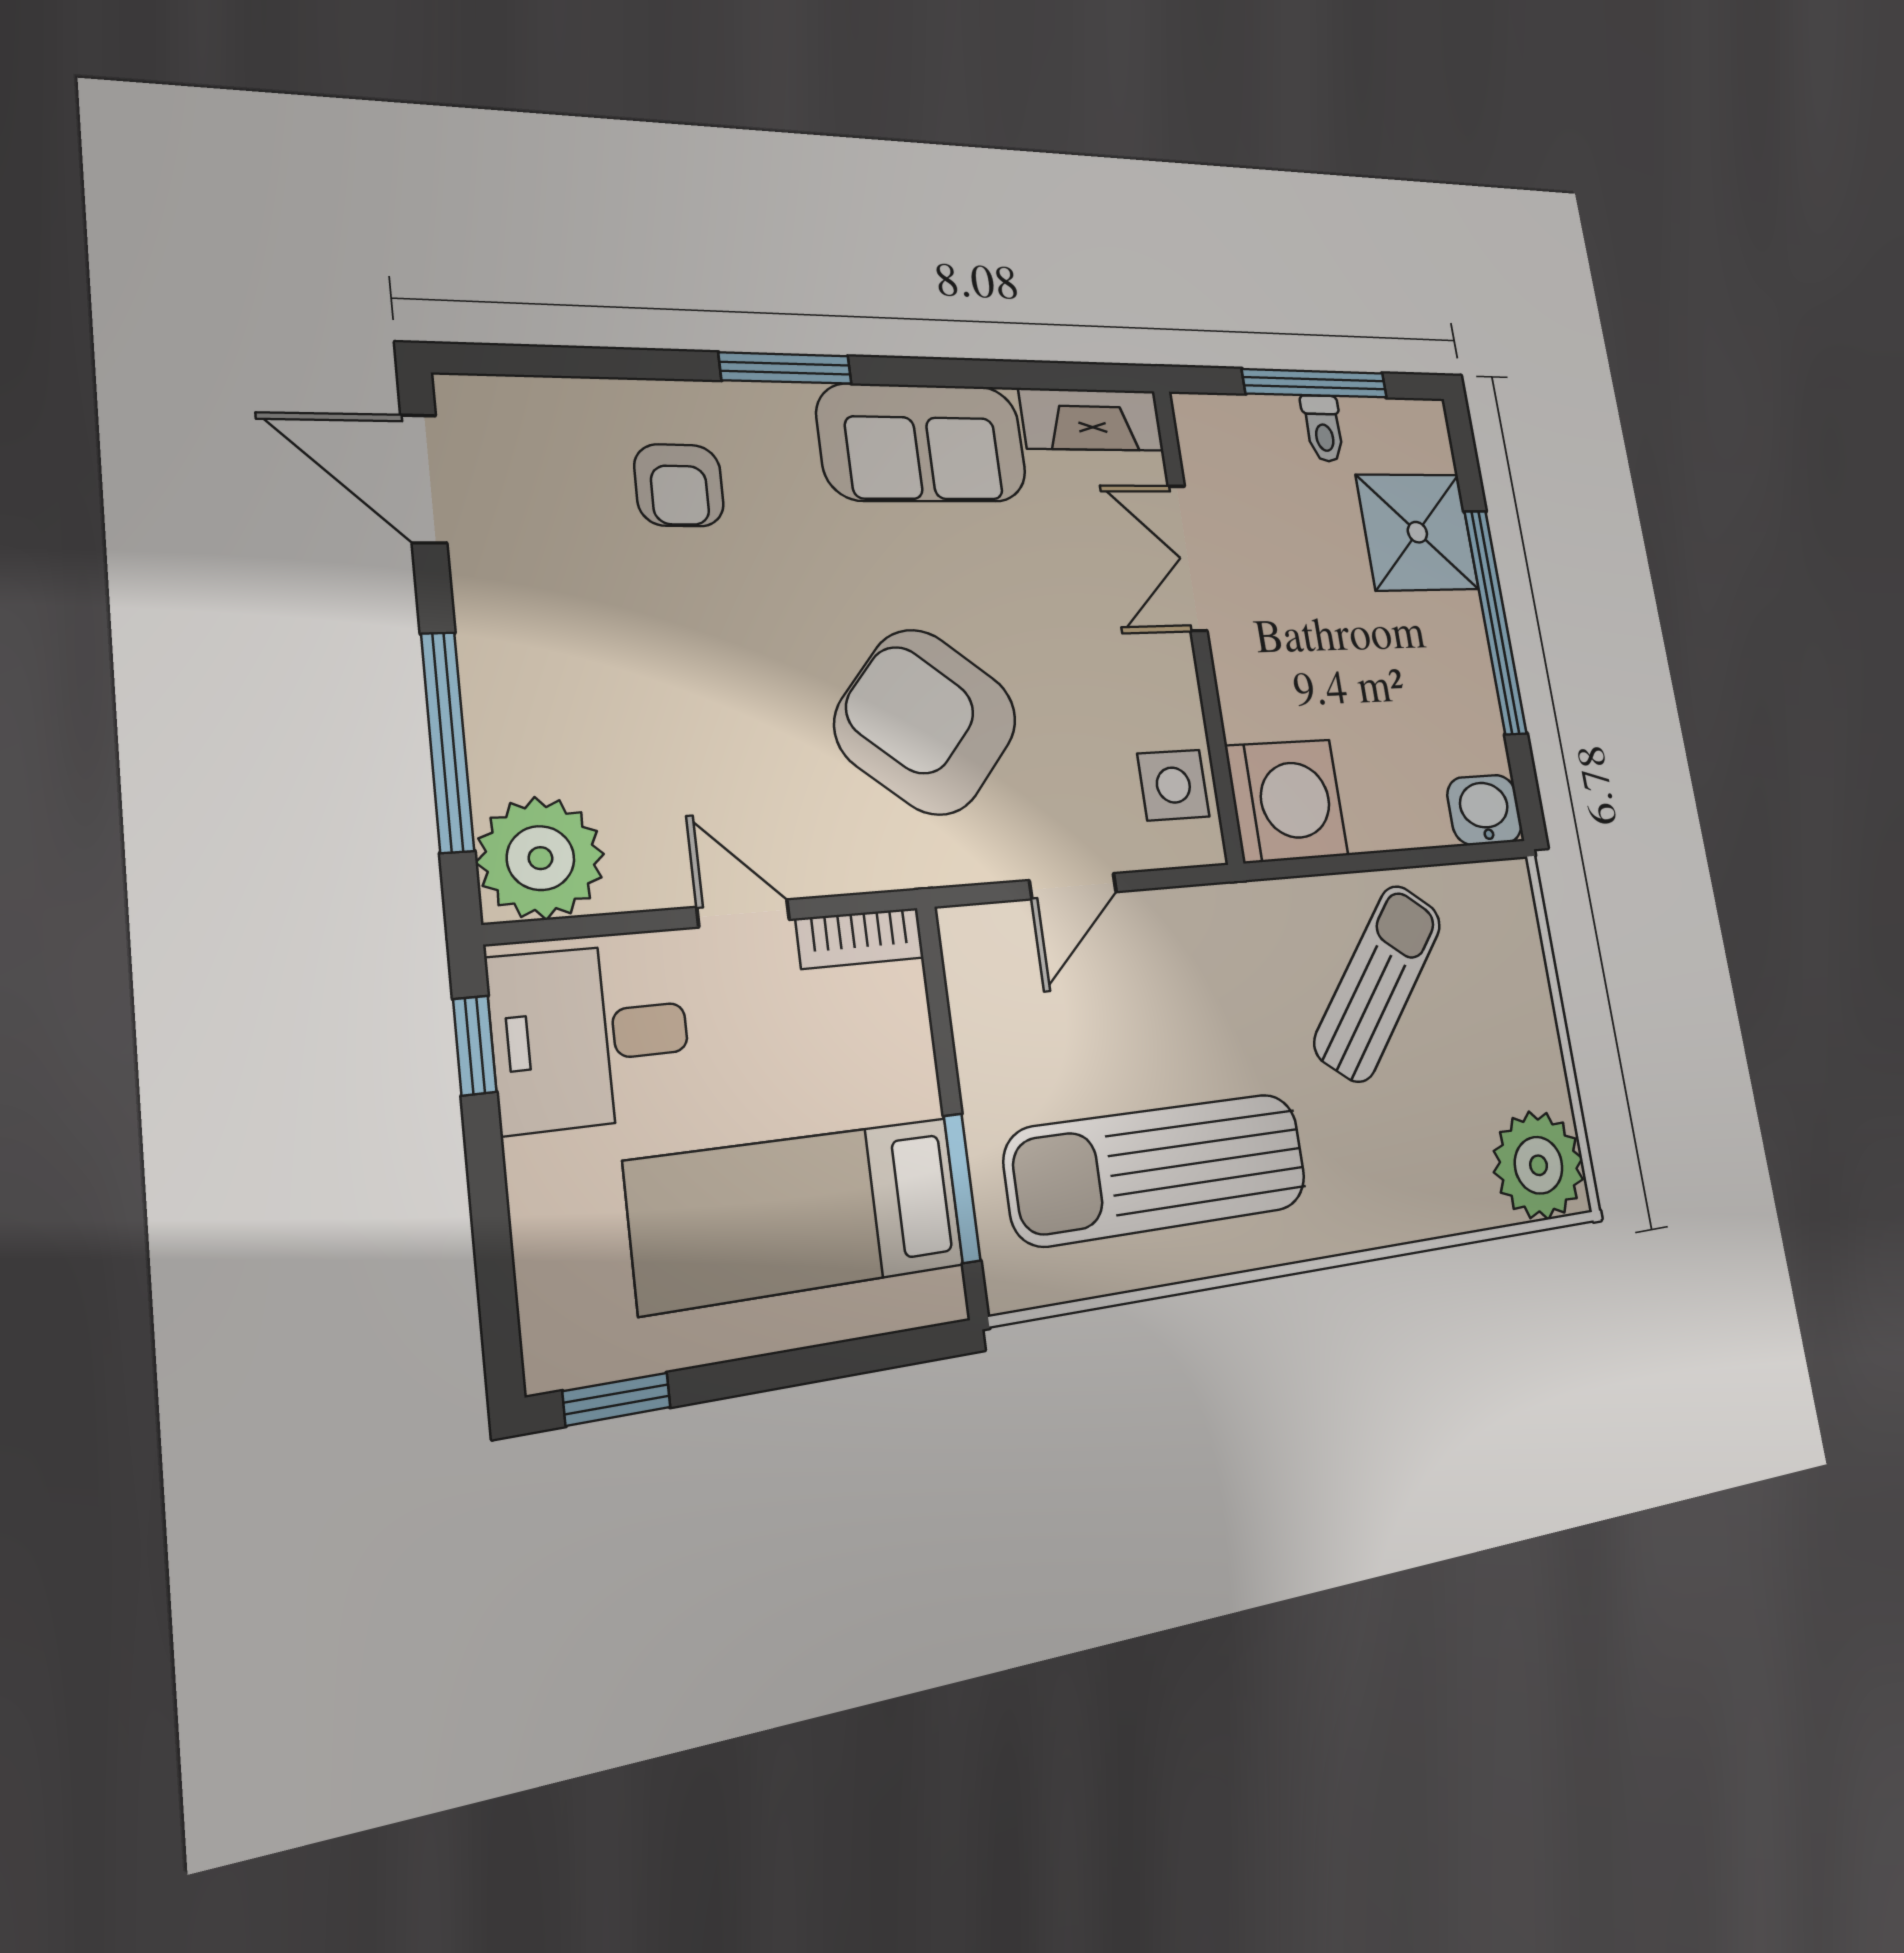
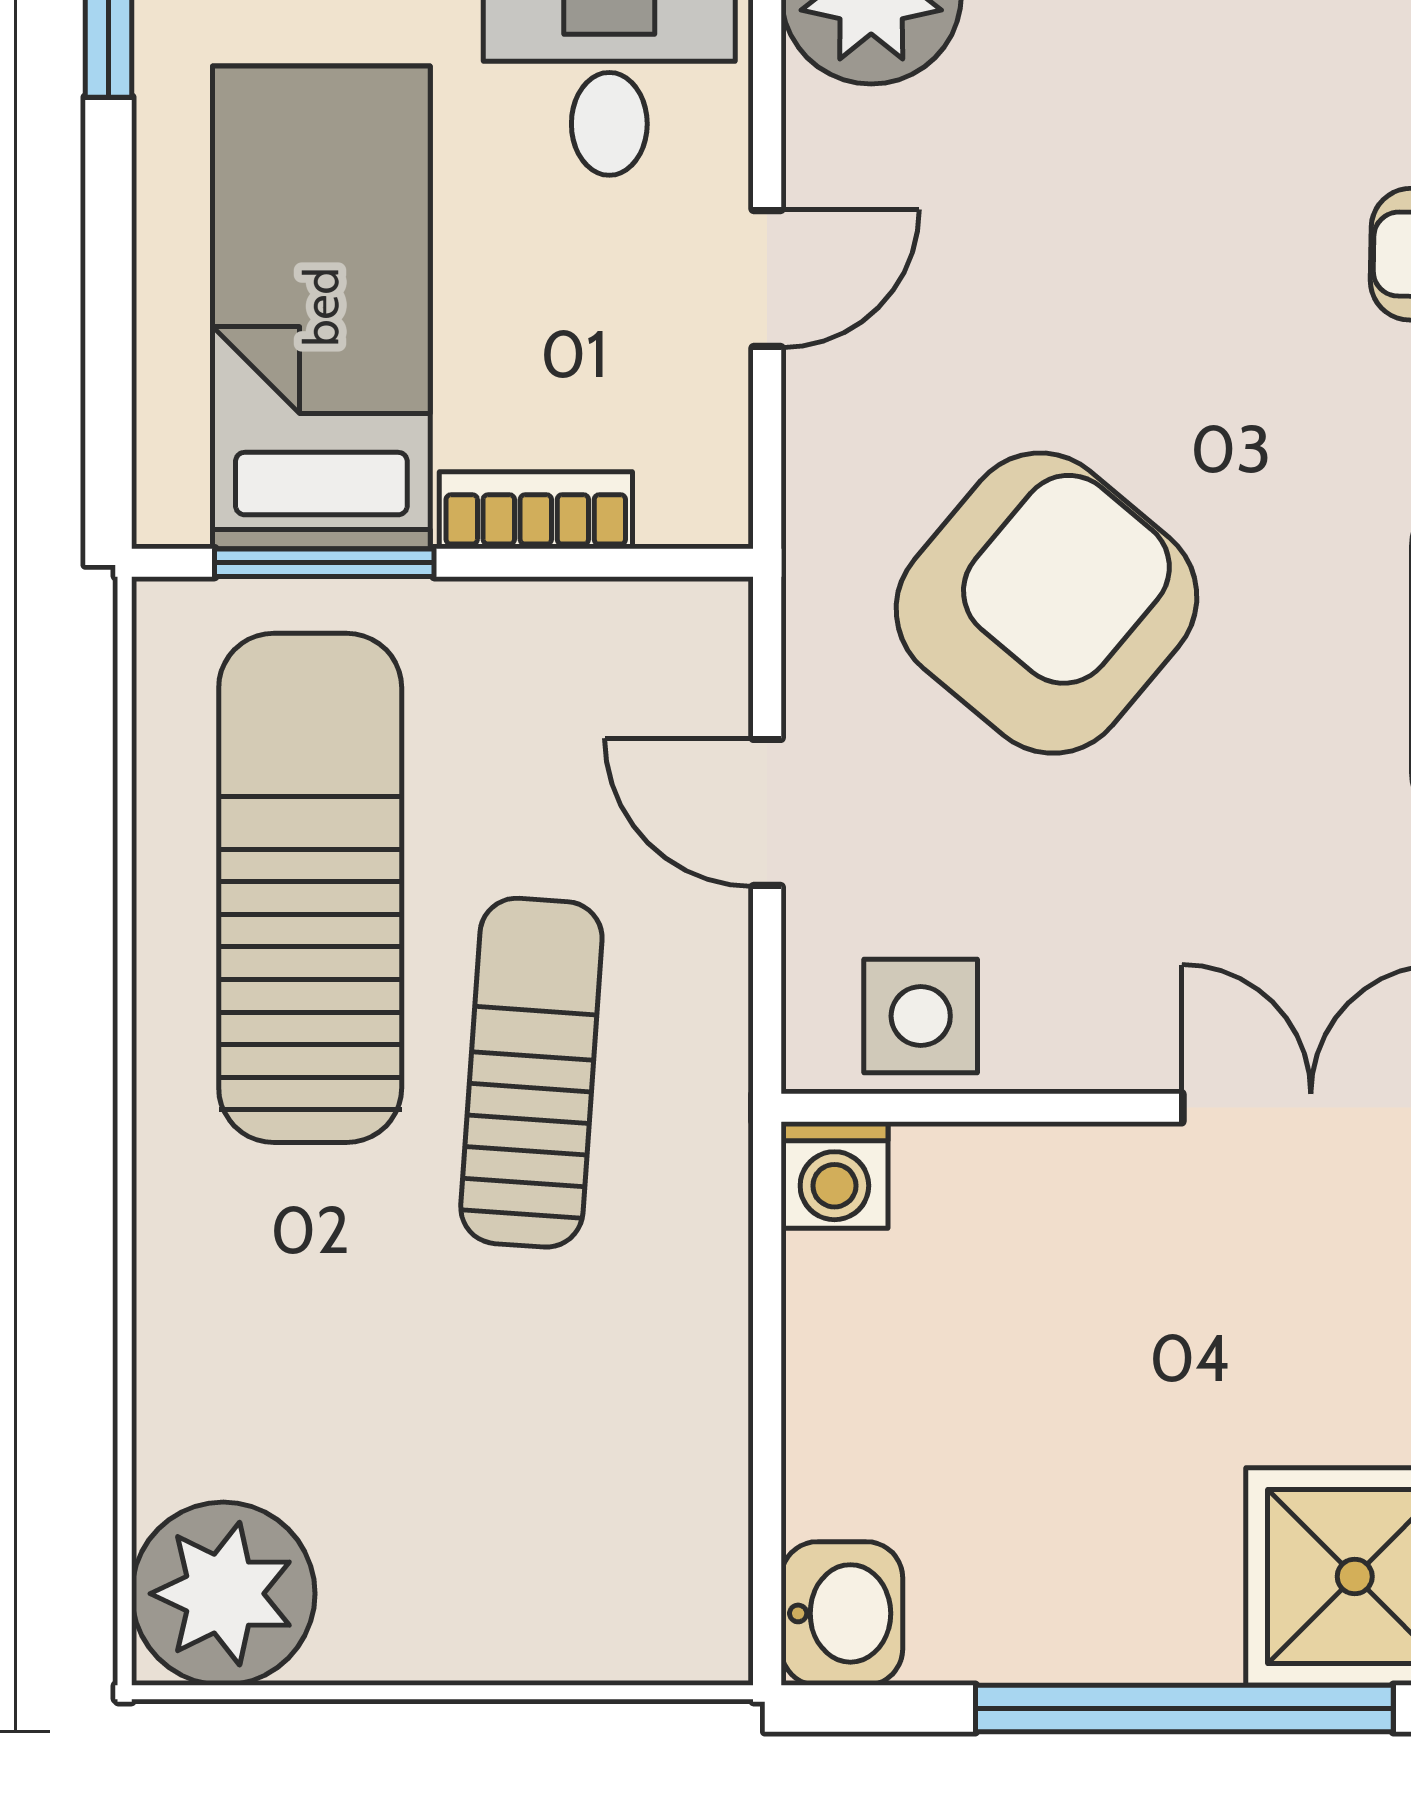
washing machine: (1287, 801) -> (834, 1175), width x0.53, depth x0.53
bookcase: (860, 938) -> (536, 510), moved, turned 90
sun lounger: (1378, 983) -> (531, 1073), moved, turned -124

